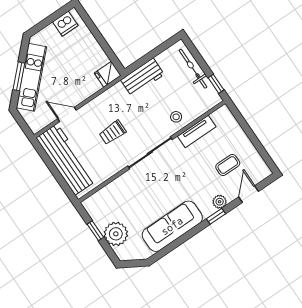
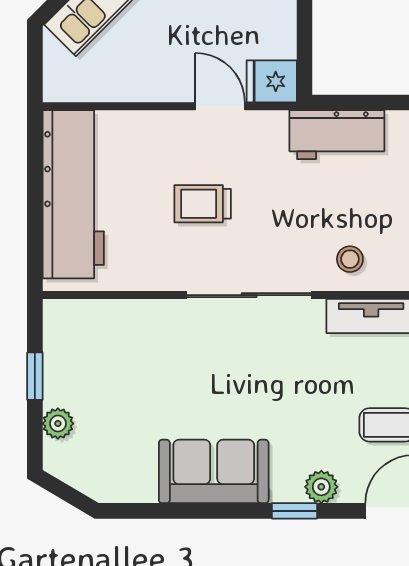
door: (67, 114) -> (220, 106), moved
sofa: (172, 226) -> (214, 471), width x0.73
plant: (116, 234) -> (58, 424), width x0.53, depth x0.53

